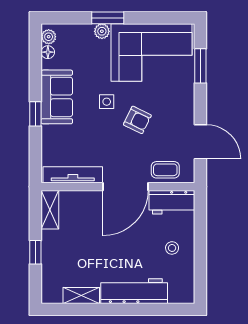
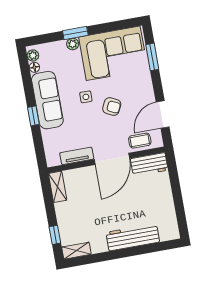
sofa: (57, 97) -> (47, 100), width x1.36
door: (200, 142) -> (163, 114), swing flipped
tv unit: (73, 175) -> (77, 156), width x0.71
stool: (172, 248) -> (156, 199), removed
window: (35, 252) -> (55, 235), moved
shelving: (81, 295) -> (76, 251), moved

